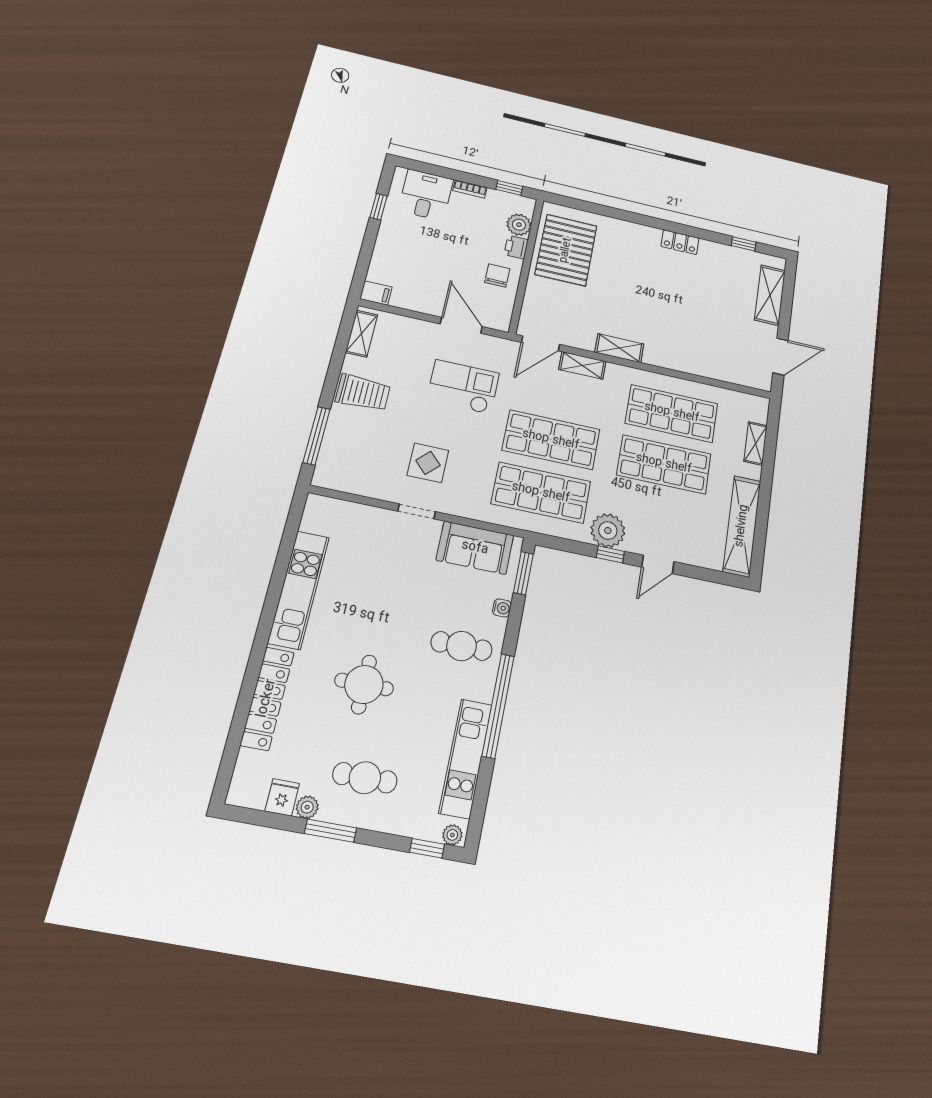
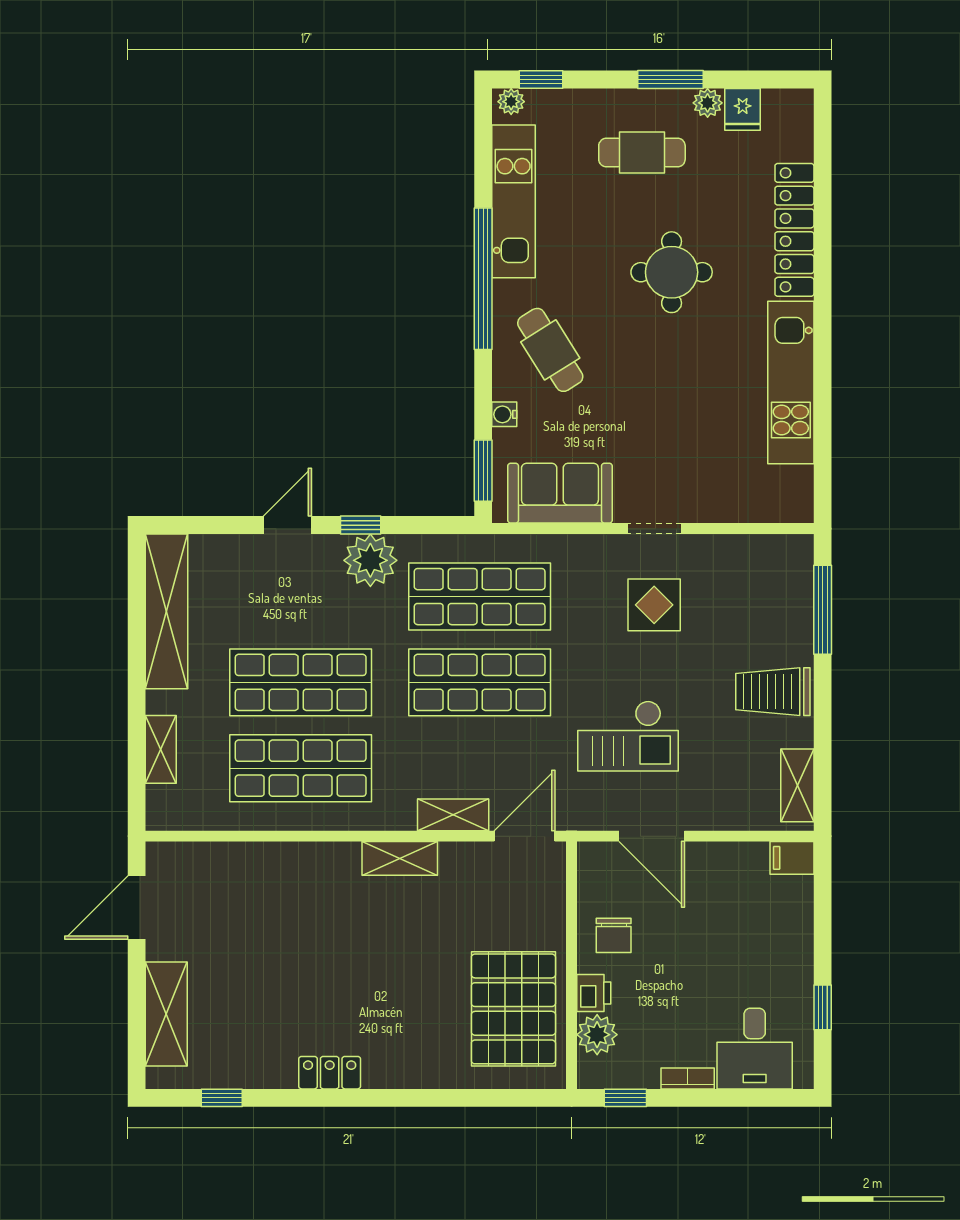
cafe table: (462, 646) -> (550, 350), turned 58

